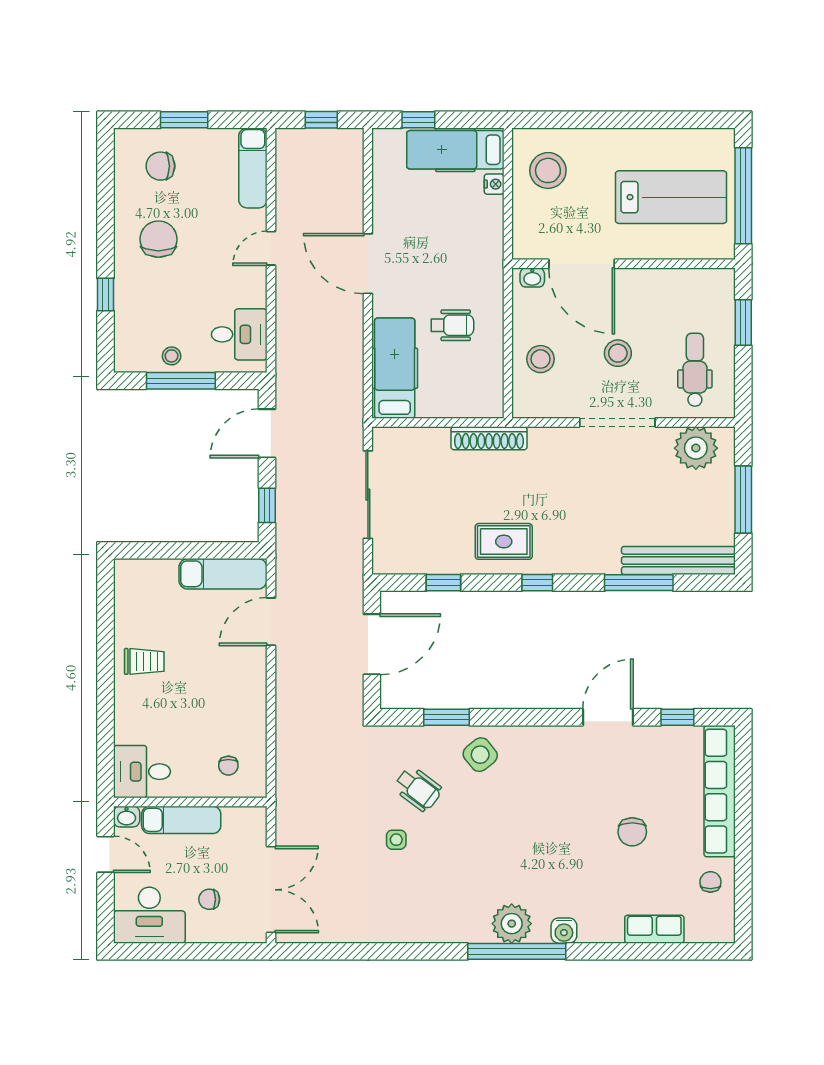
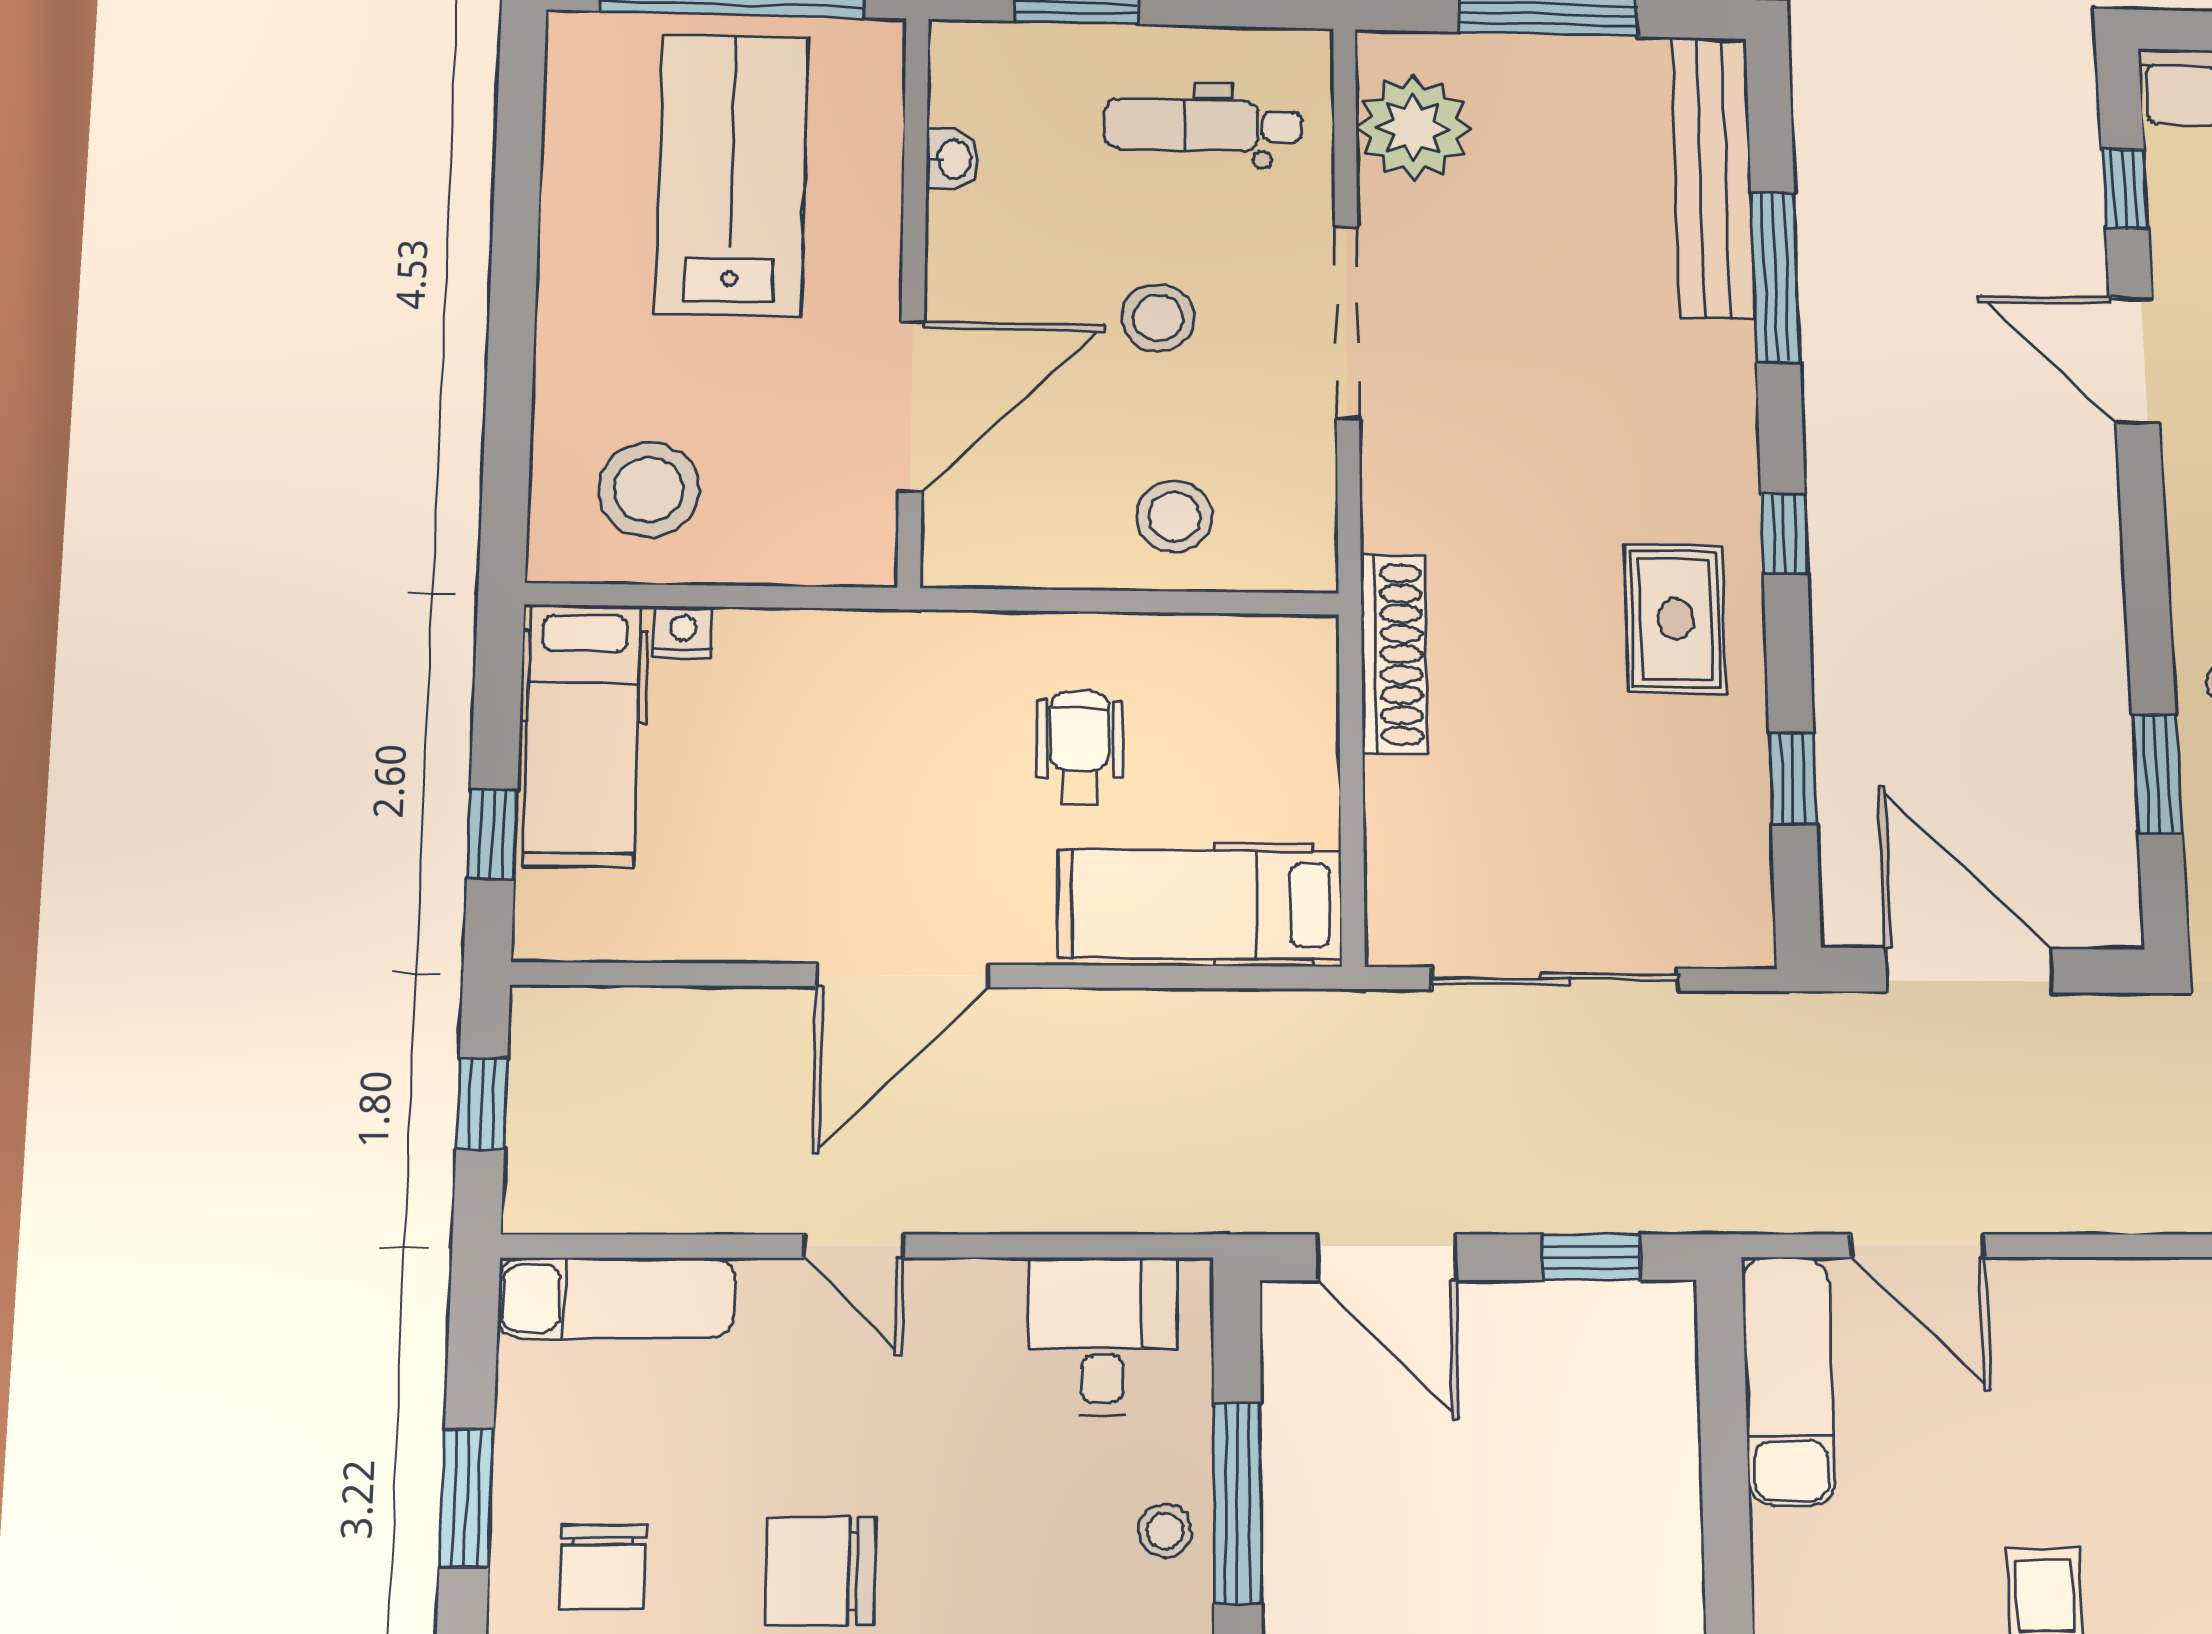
washbasin: (532, 278) -> (953, 159), moved

